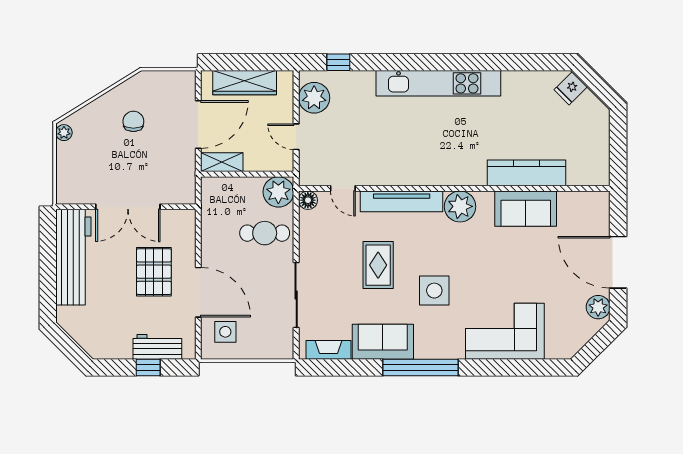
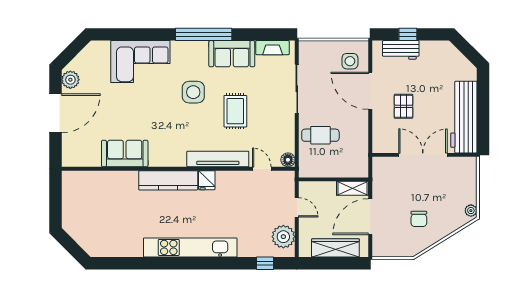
fridge: (571, 88) -> (207, 180), moved, turned 135
kitchen counter: (526, 173) -> (168, 180), moved
plant: (278, 192) -> (310, 166), removed
plant: (460, 206) -> (174, 155), removed
door: (618, 262) -> (55, 113), hinge flipped
pallet: (154, 272) -> (403, 106), width x0.67, depth x0.71

